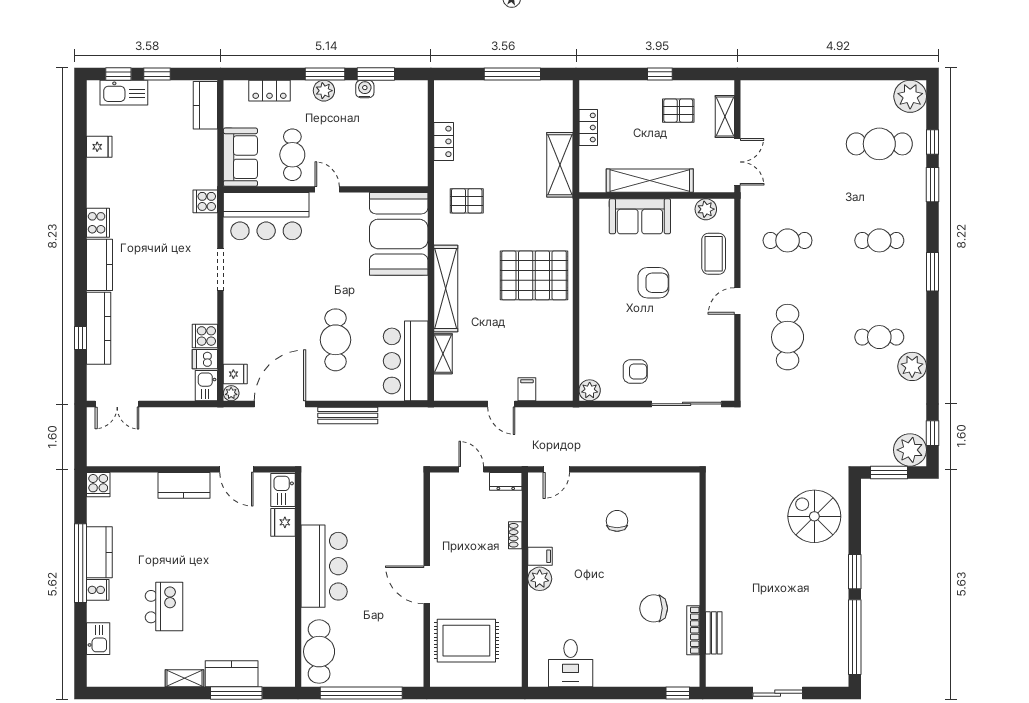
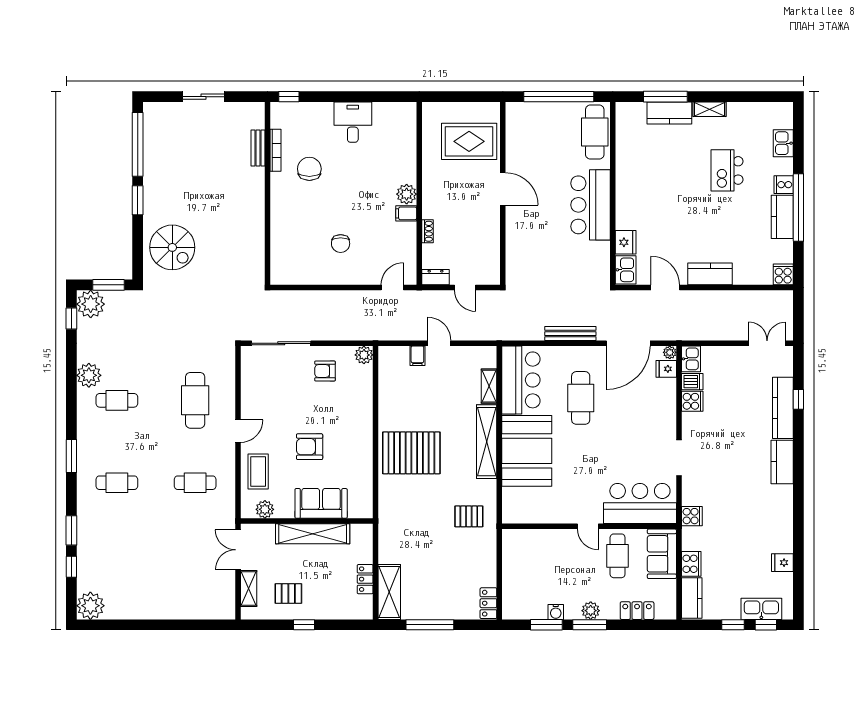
locker: (444, 141) -> (488, 603), moved
cafe table: (879, 144) -> (117, 565), removed
shelving: (560, 165) -> (389, 592), moved
cooker: (98, 223) -> (691, 564), moved, turned 180
booth: (399, 234) -> (527, 451), moved
chair: (654, 608) -> (309, 169), turned -90
desk: (571, 663) -> (353, 122), moved

